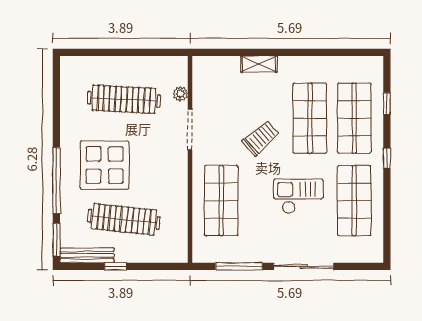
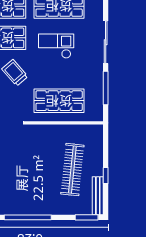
display table: (105, 165) -> (34, 183), removed
window: (56, 181) -> (28, 217), moved
checkout: (298, 196) -> (56, 46), turned 90

